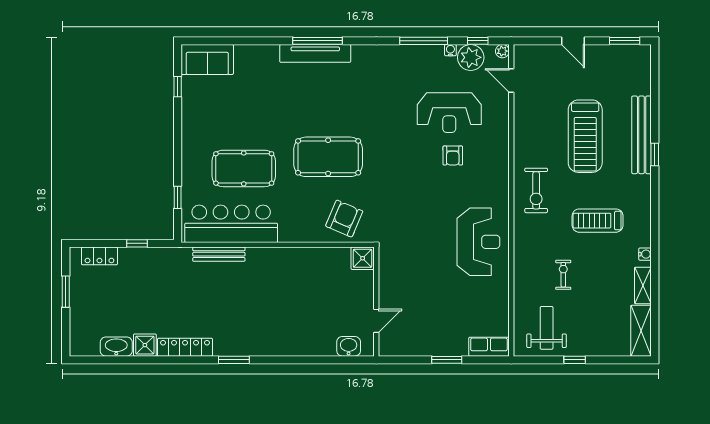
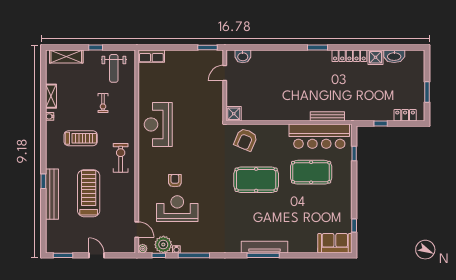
shelving: (641, 331) -> (66, 57), moved, turned 90
window: (447, 360) -> (208, 48), moved

